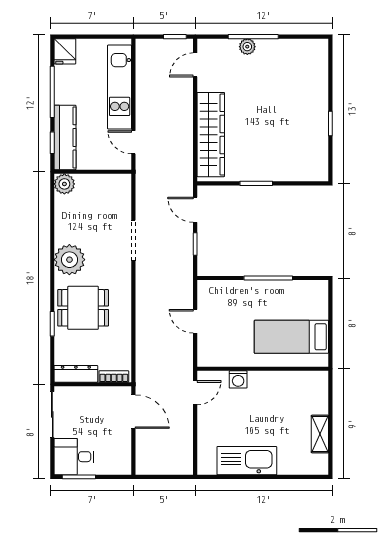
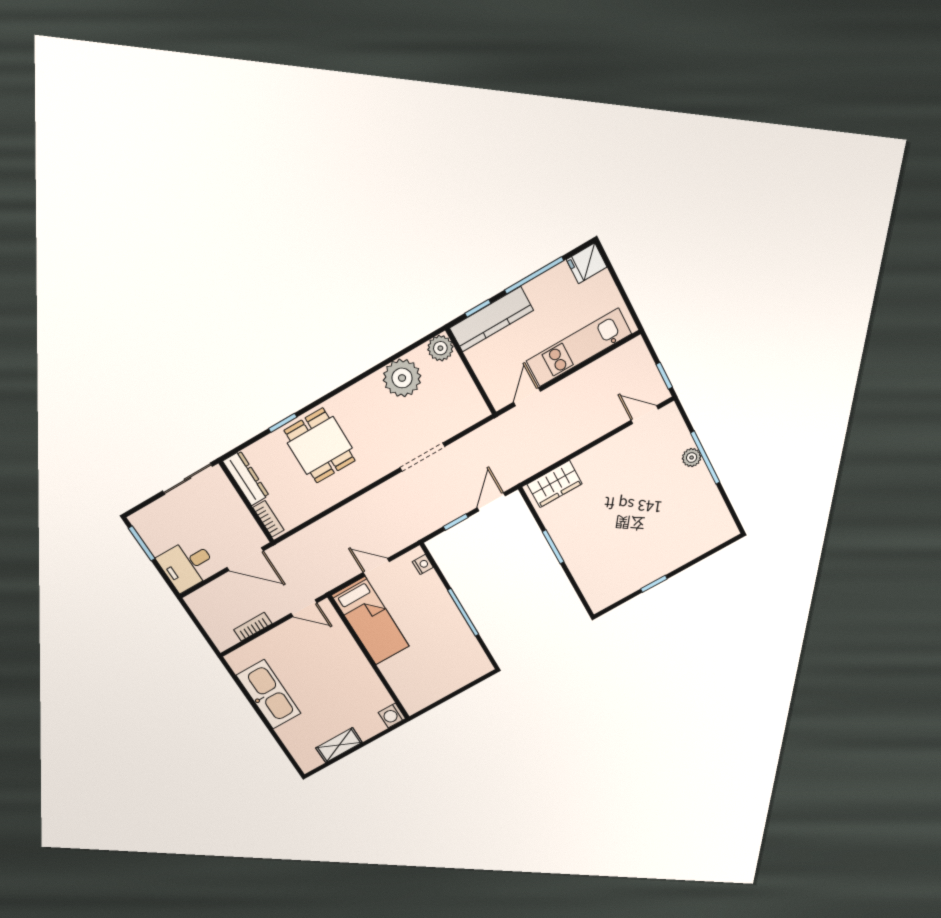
wardrobe: (211, 135) -> (555, 484), width x0.48, depth x0.85
plant: (69, 260) -> (402, 378), moved
nightstand: (213, 286) -> (423, 564), added
door: (195, 321) -> (376, 567), hinge flipped
bed: (291, 337) -> (371, 621), moved, turned 180
washing machine: (238, 379) -> (392, 715), moved
door: (133, 412) -> (245, 559), hinge flipped
bookcase: (187, 439) -> (253, 627), added
desk: (74, 457) -> (187, 565), moved, turned -90

